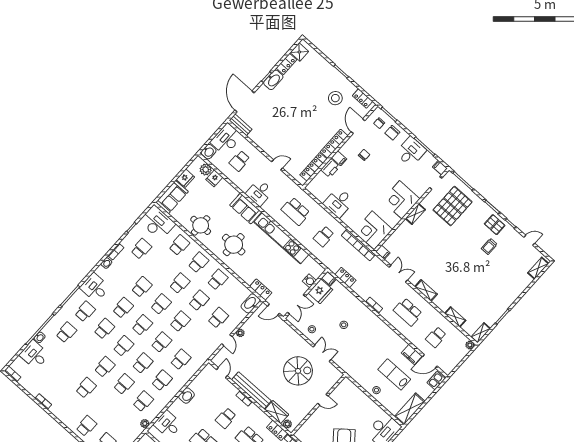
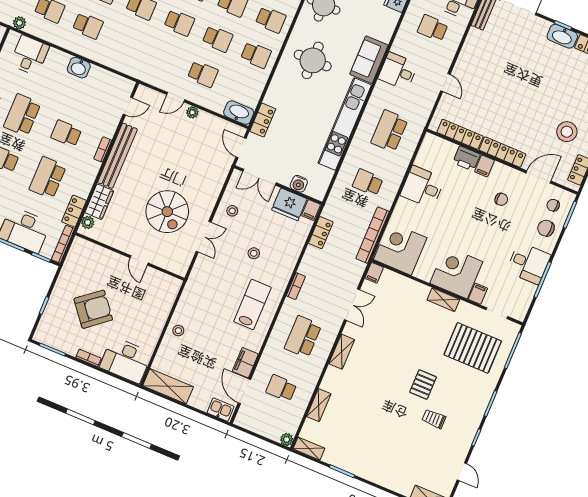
filing cabinet: (440, 168) -> (478, 294), moved
pallet: (495, 225) -> (423, 385), moved
school desk: (181, 360) -> (126, 42), removed
lab bench: (394, 374) -> (252, 304), moved

